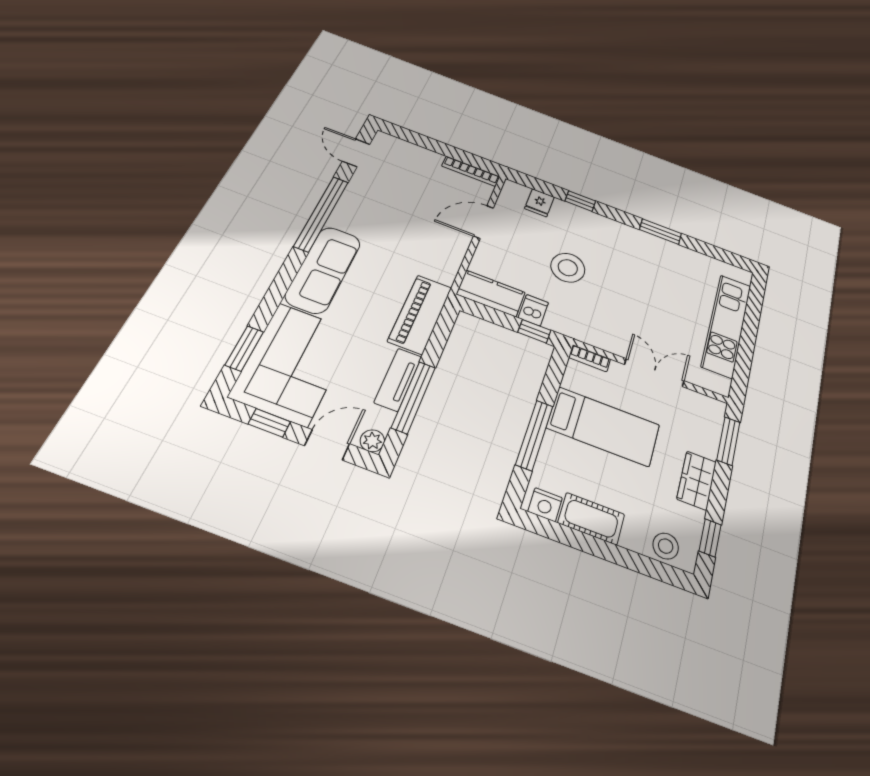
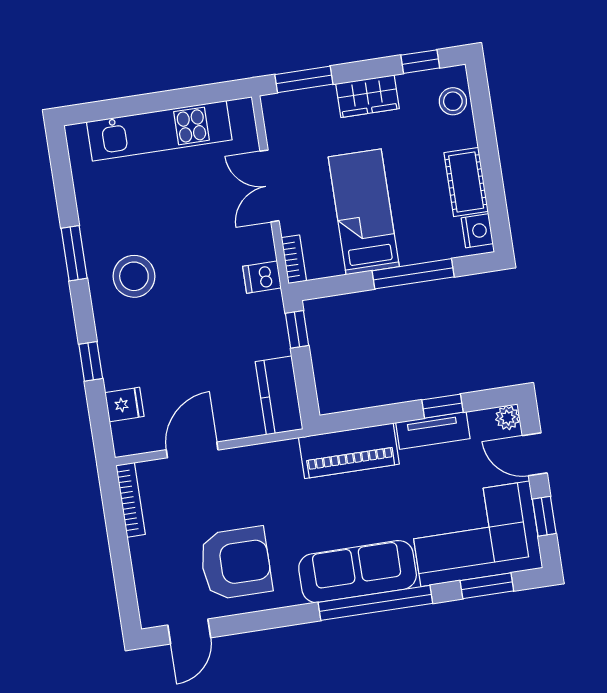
armchair: (385, 203) -> (236, 563), added
window: (321, 214) -> (375, 603), moved
door: (484, 222) -> (192, 450), swing flipped
stool: (568, 268) -> (134, 276), moved
dishwasher: (533, 310) -> (262, 277), moved
window: (414, 397) -> (442, 406), width x0.46

